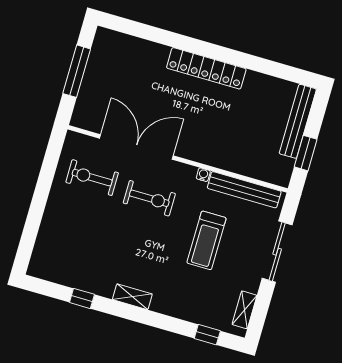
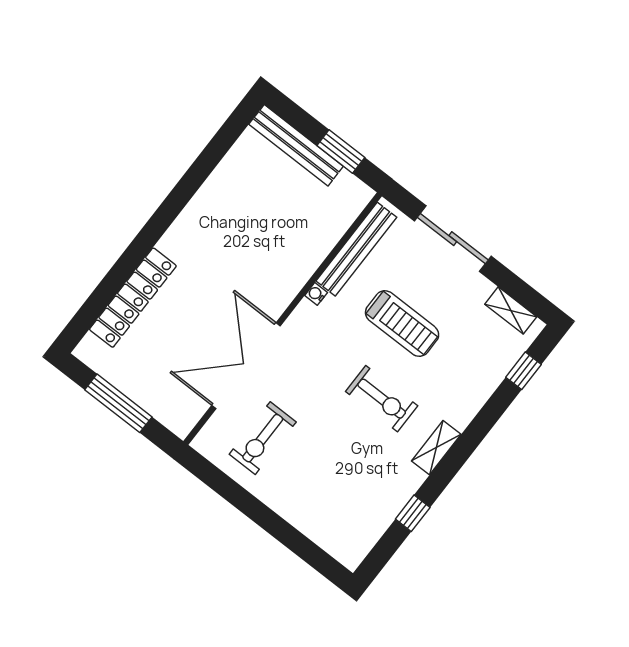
locker: (206, 68) -> (133, 298), moved
exercise bike: (149, 198) -> (382, 399), moved, turned 90

